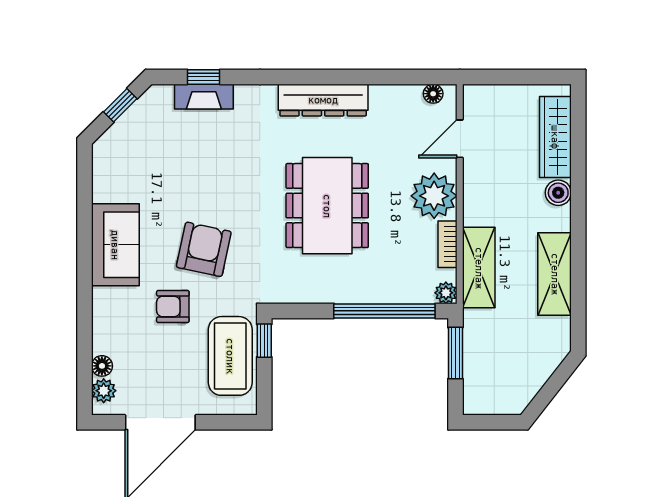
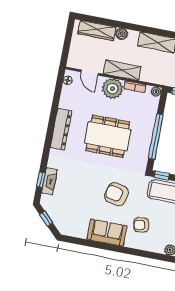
shelving: (479, 268) -> (122, 70), moved
armchair: (173, 307) -> (141, 225), moved, turned 81
window: (384, 311) -> (156, 136), moved
floor lamp: (102, 366) -> (159, 249), removed

